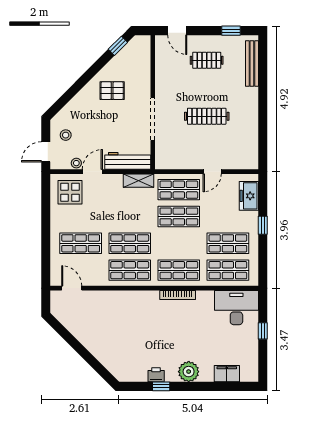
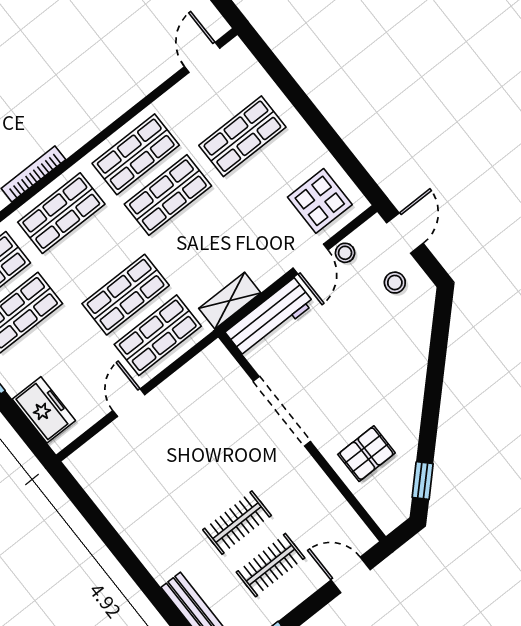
pallet: (112, 91) -> (366, 454), moved
clothes rail: (207, 116) -> (237, 523), moved, width x0.73
door: (72, 288) -> (202, 57), swing flipped

